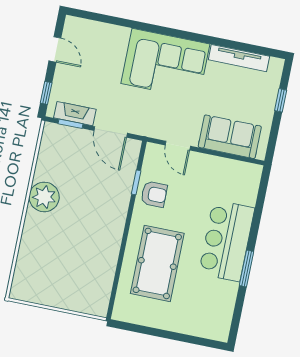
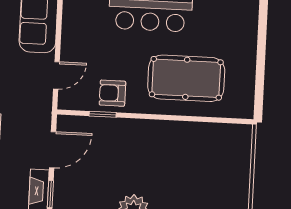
armchair: (154, 194) -> (112, 93), turned -90

